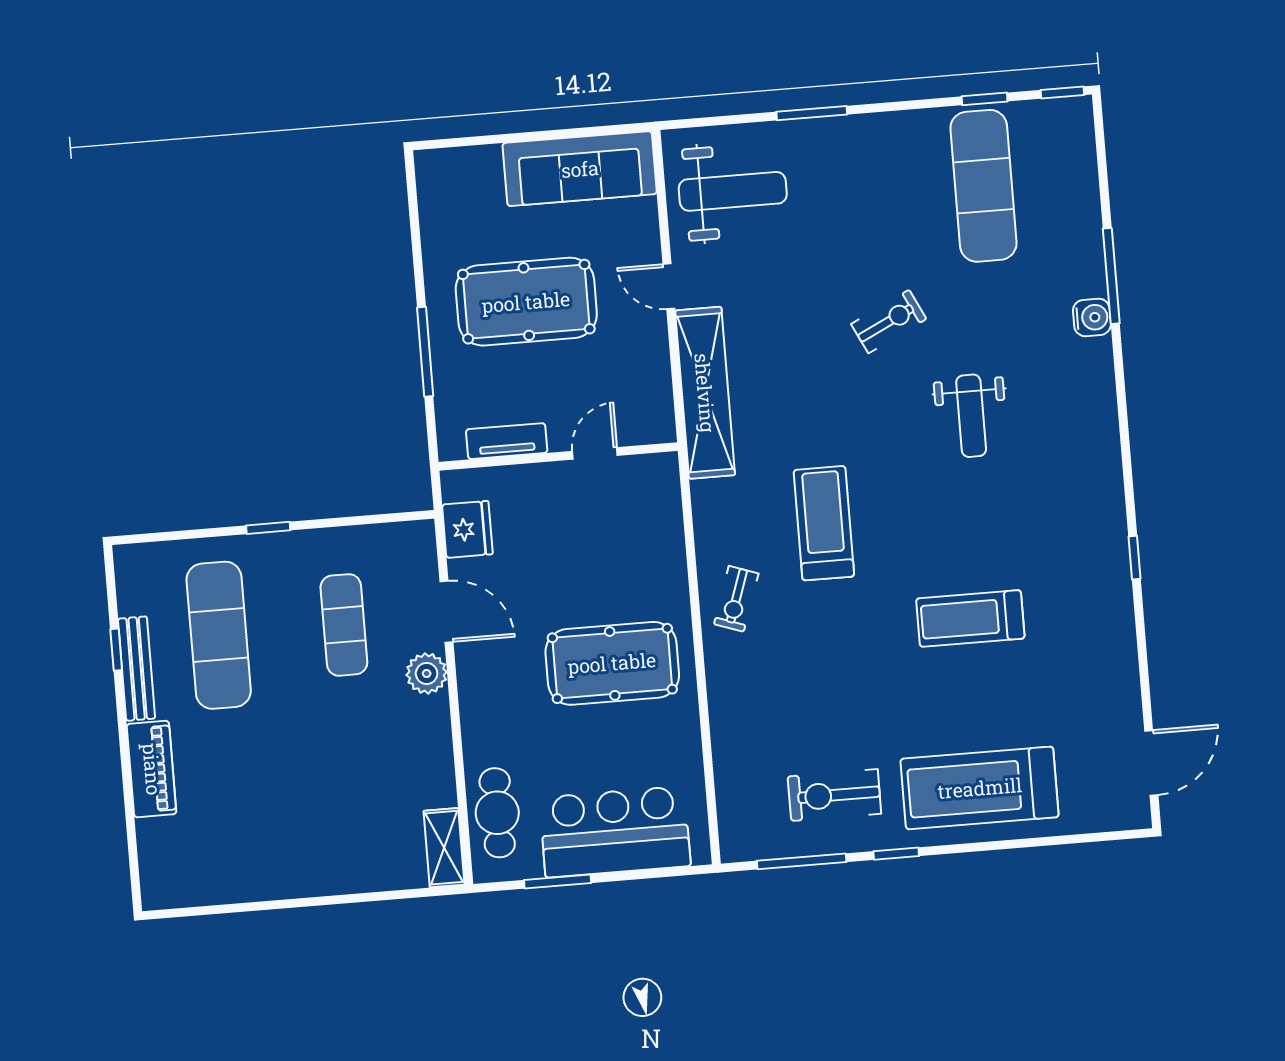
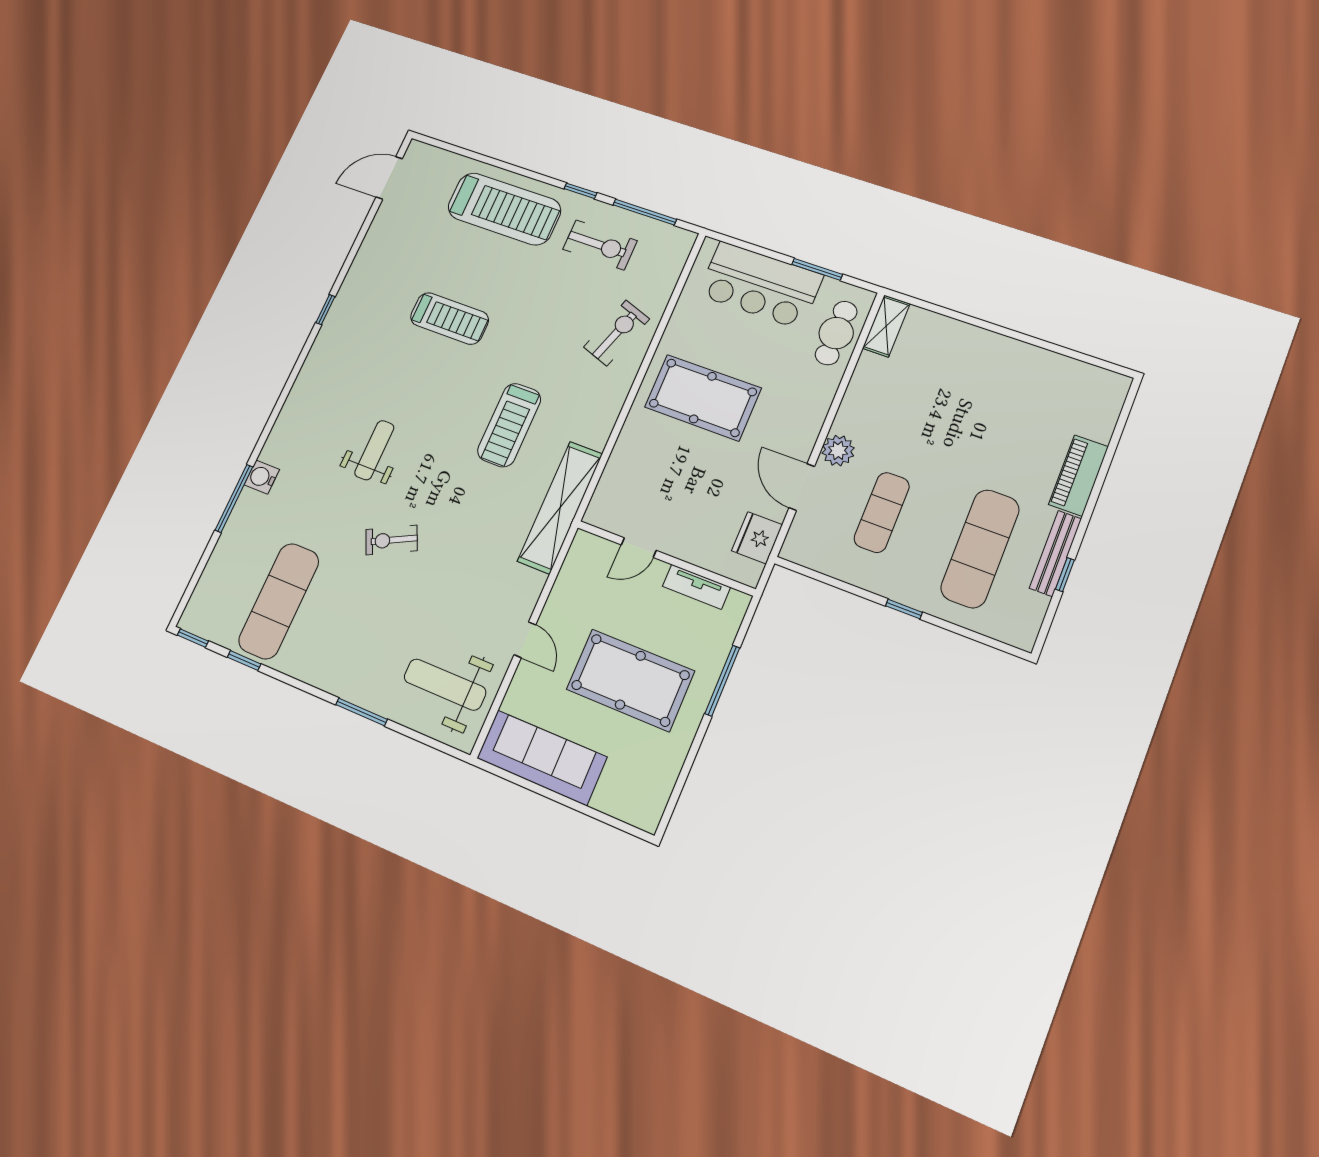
shelving: (705, 393) -> (560, 507), moved
exercise bike: (736, 599) -> (617, 333), moved, width x1.38, depth x1.39

